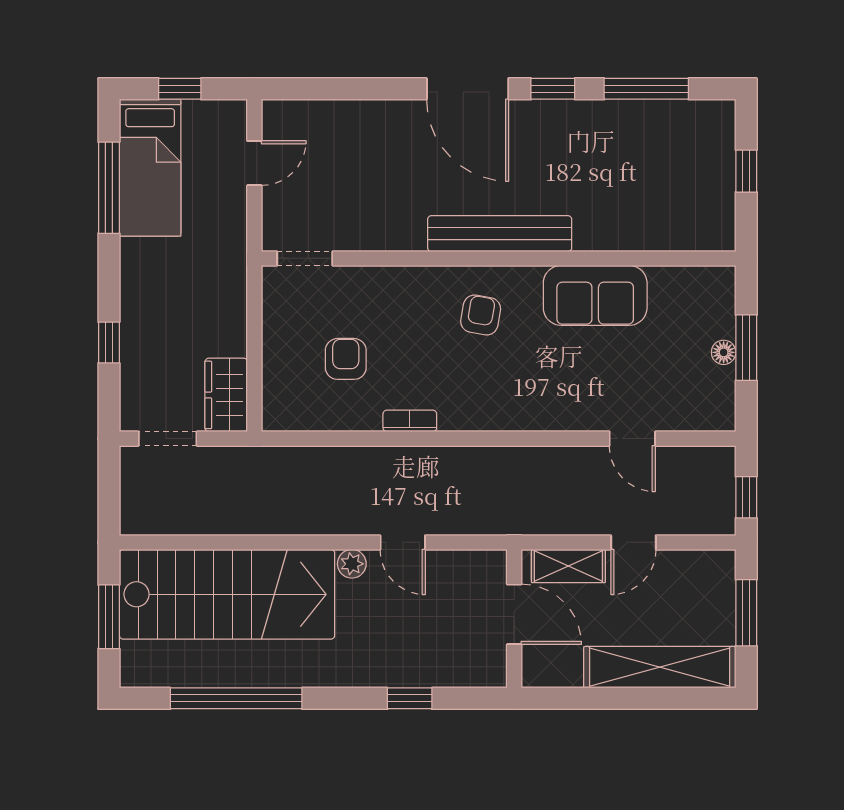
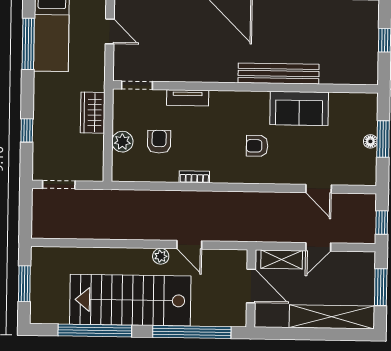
door: (254, 163) -> (110, 31), hinge flipped
bench: (500, 234) -> (279, 74), moved
tv unit: (395, 280) -> (188, 98), added
armchair: (481, 315) -> (257, 146), moved, turned -100
plant: (280, 360) -> (122, 142), added
wardrobe: (226, 395) -> (93, 113), moved
stairs: (227, 594) -> (130, 300), moved, turned 180
window: (410, 698) -> (192, 332), width x3.17

